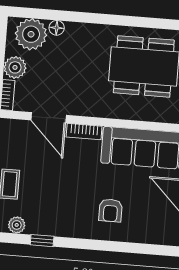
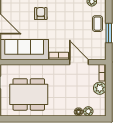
plant: (31, 34) -> (88, 111), width x0.53, depth x0.53

